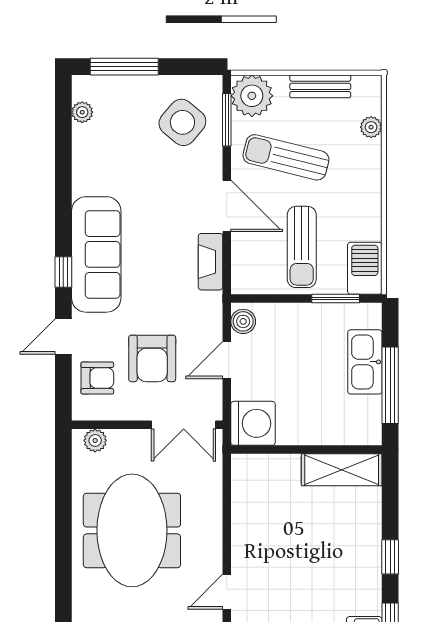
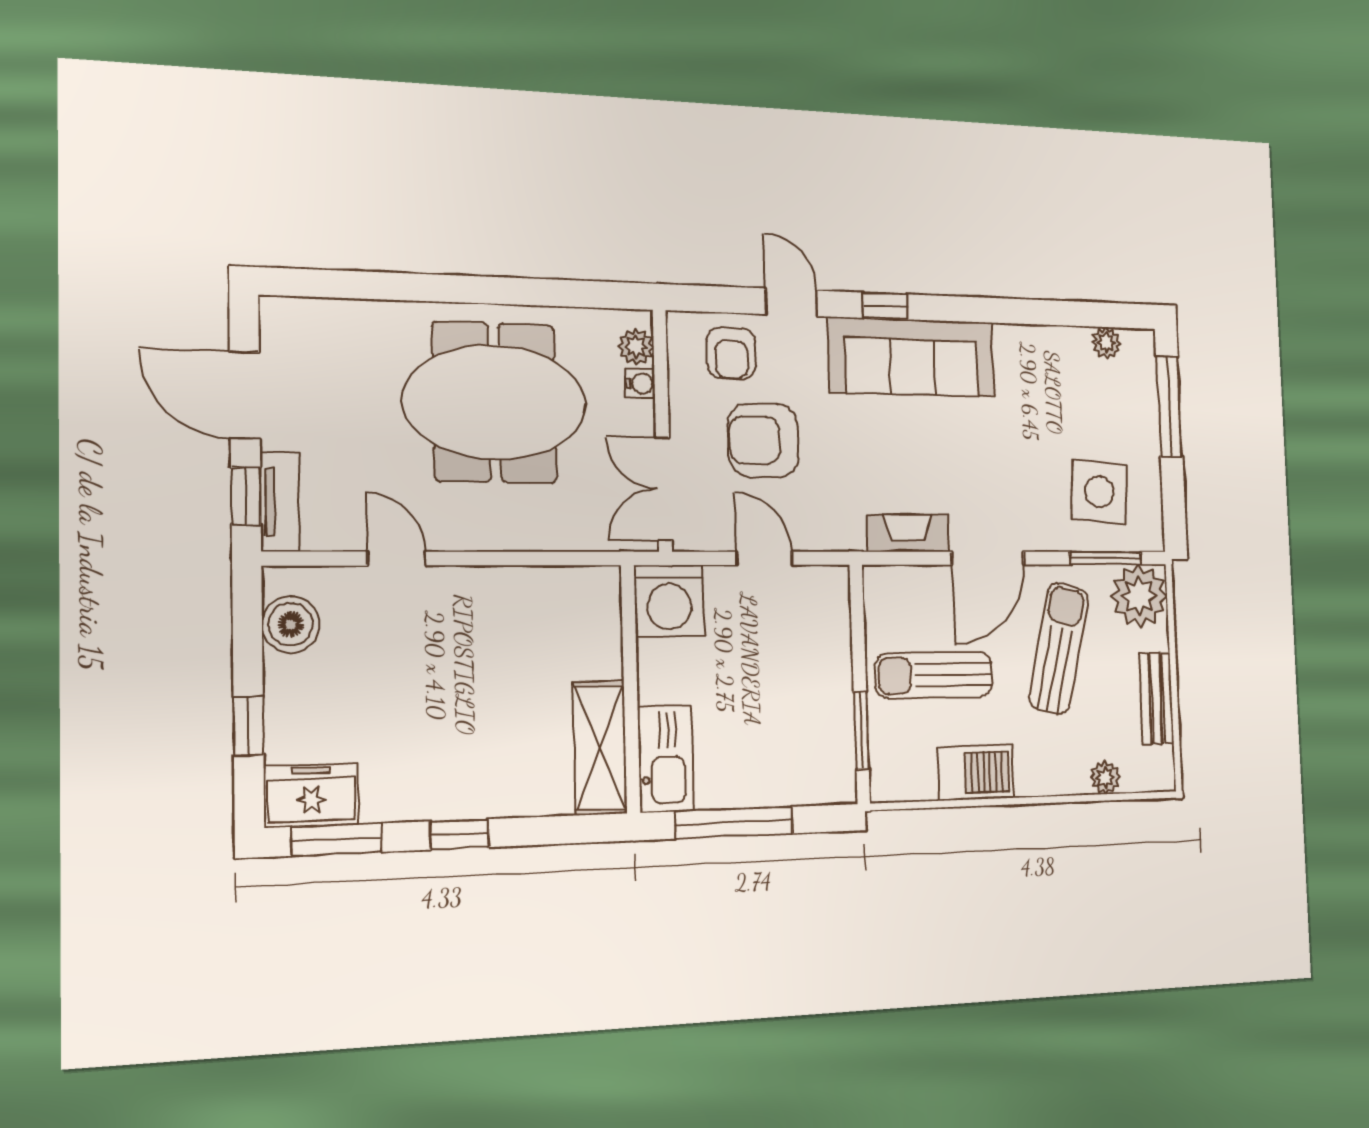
side table: (182, 122) -> (1099, 492), turned -35
barbecue: (365, 268) -> (976, 773), moved
boiler: (243, 321) -> (823, 584), removed
kitchen sink: (365, 362) -> (665, 759), moved, turned 90
water cooler: (118, 438) -> (640, 384), added

